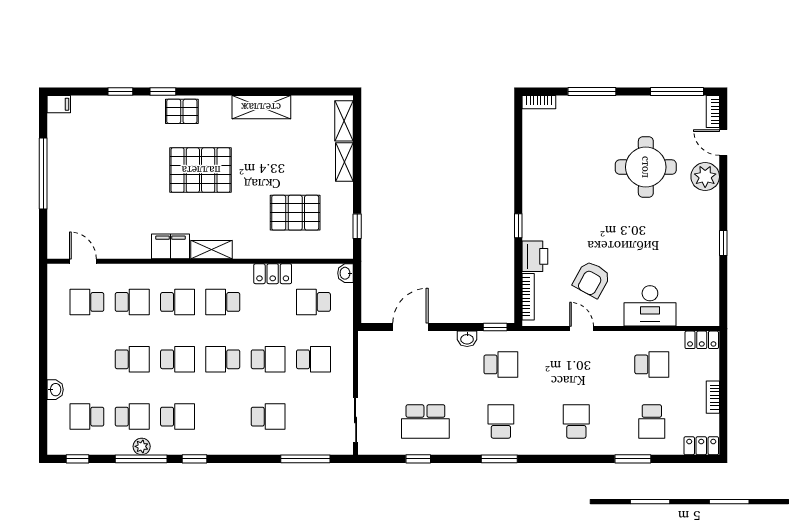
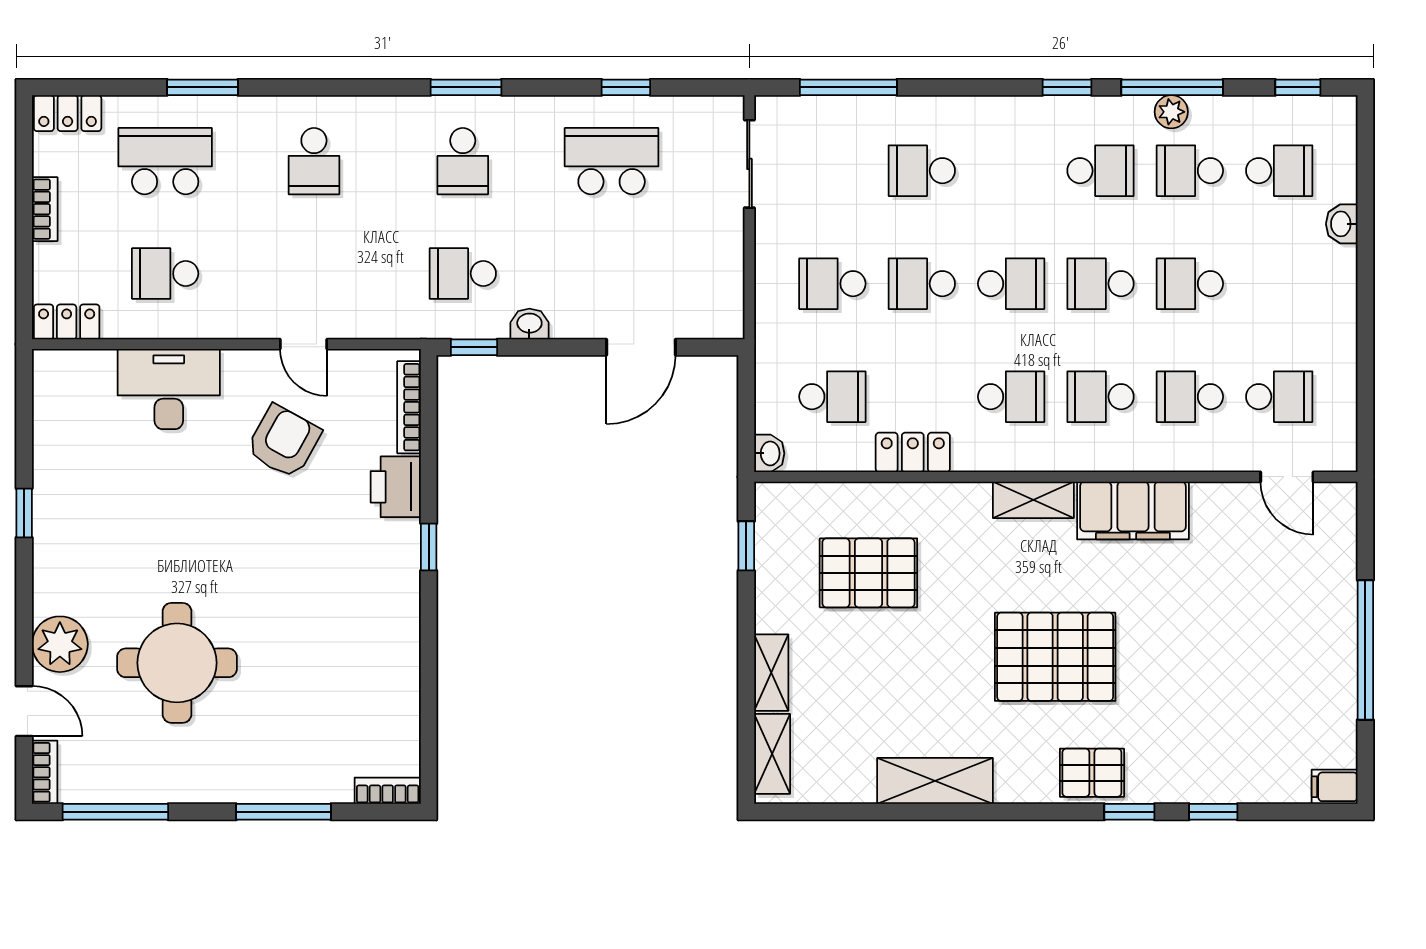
filing cabinet: (170, 246) -> (1133, 511), width x1.50, depth x1.17
school desk: (177, 417) -> (1101, 171), turned 180
school desk: (652, 421) -> (165, 161), width x1.85

